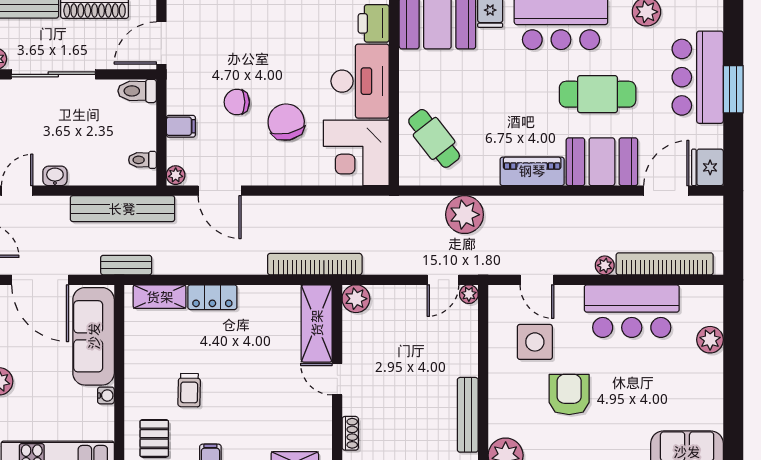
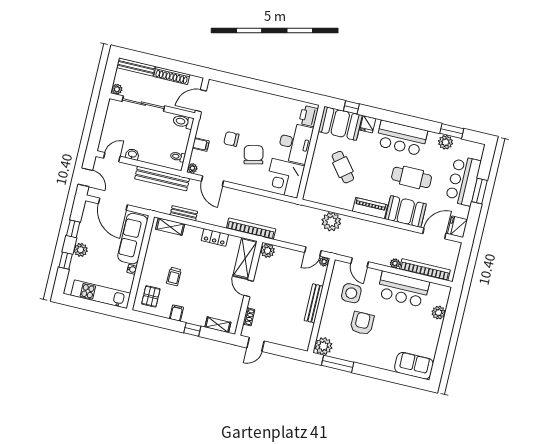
cafe table: (434, 138) -> (343, 167), moved
bench: (126, 265) -> (184, 213), moved
locker: (212, 297) -> (215, 237), moved
bench: (468, 415) -> (314, 303), moved

